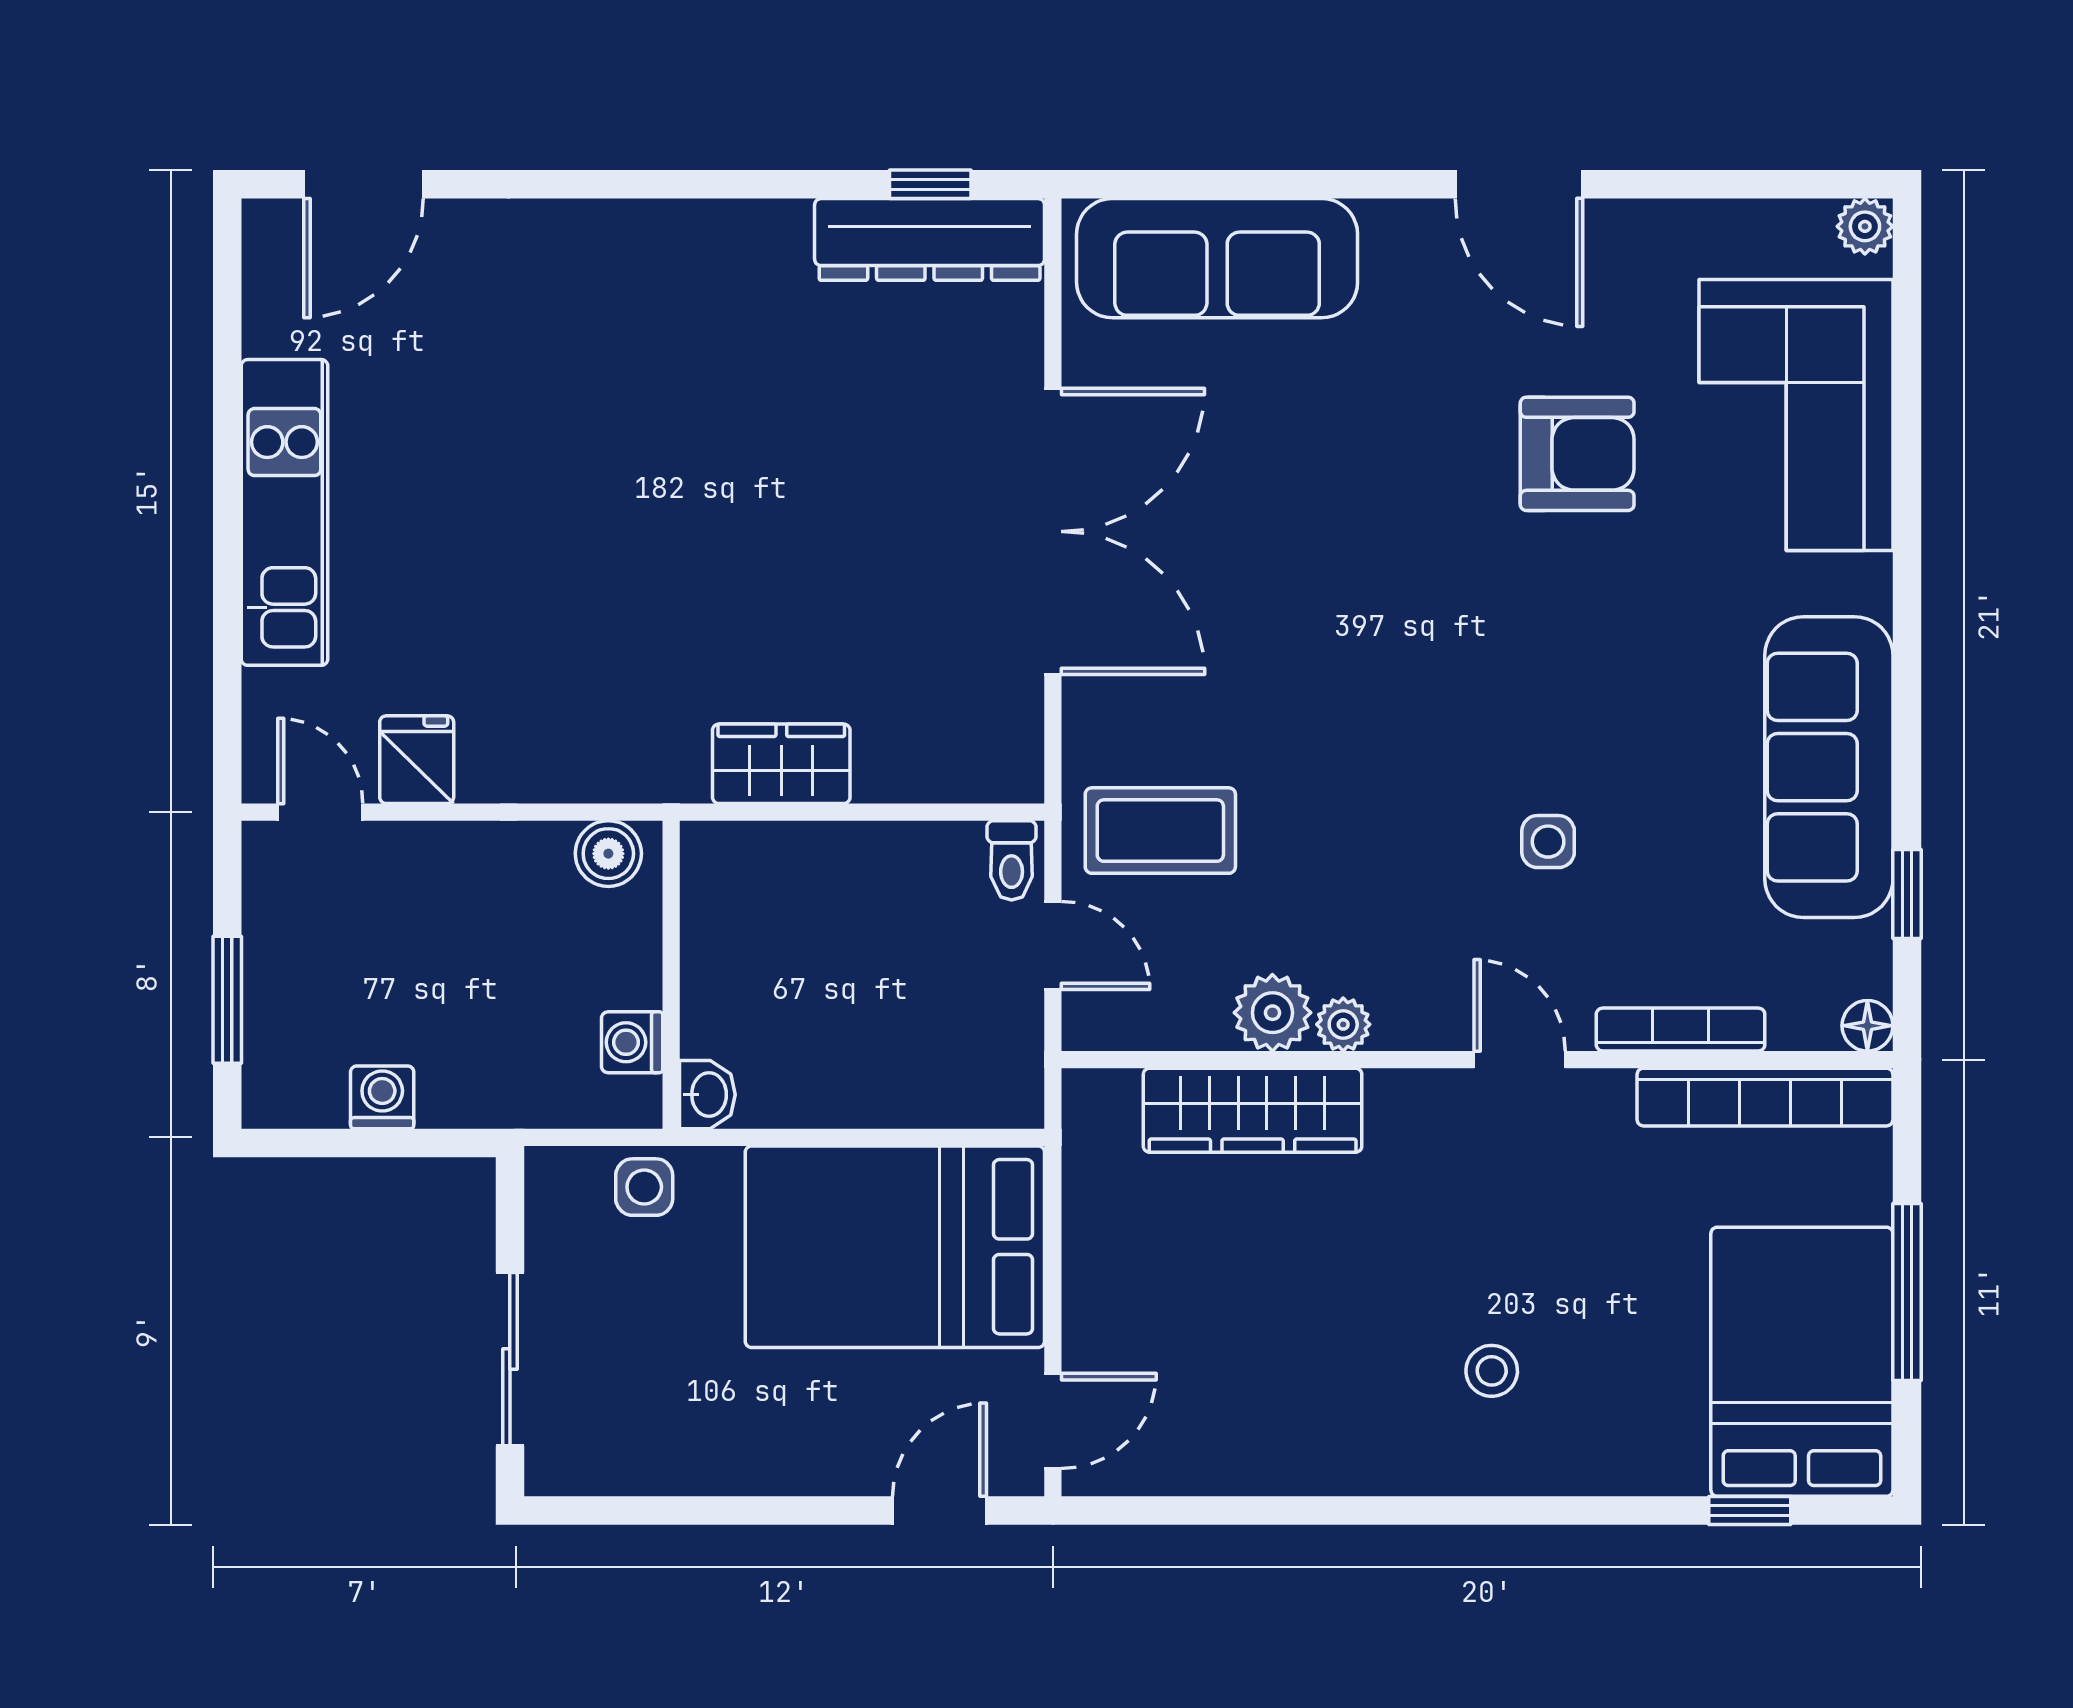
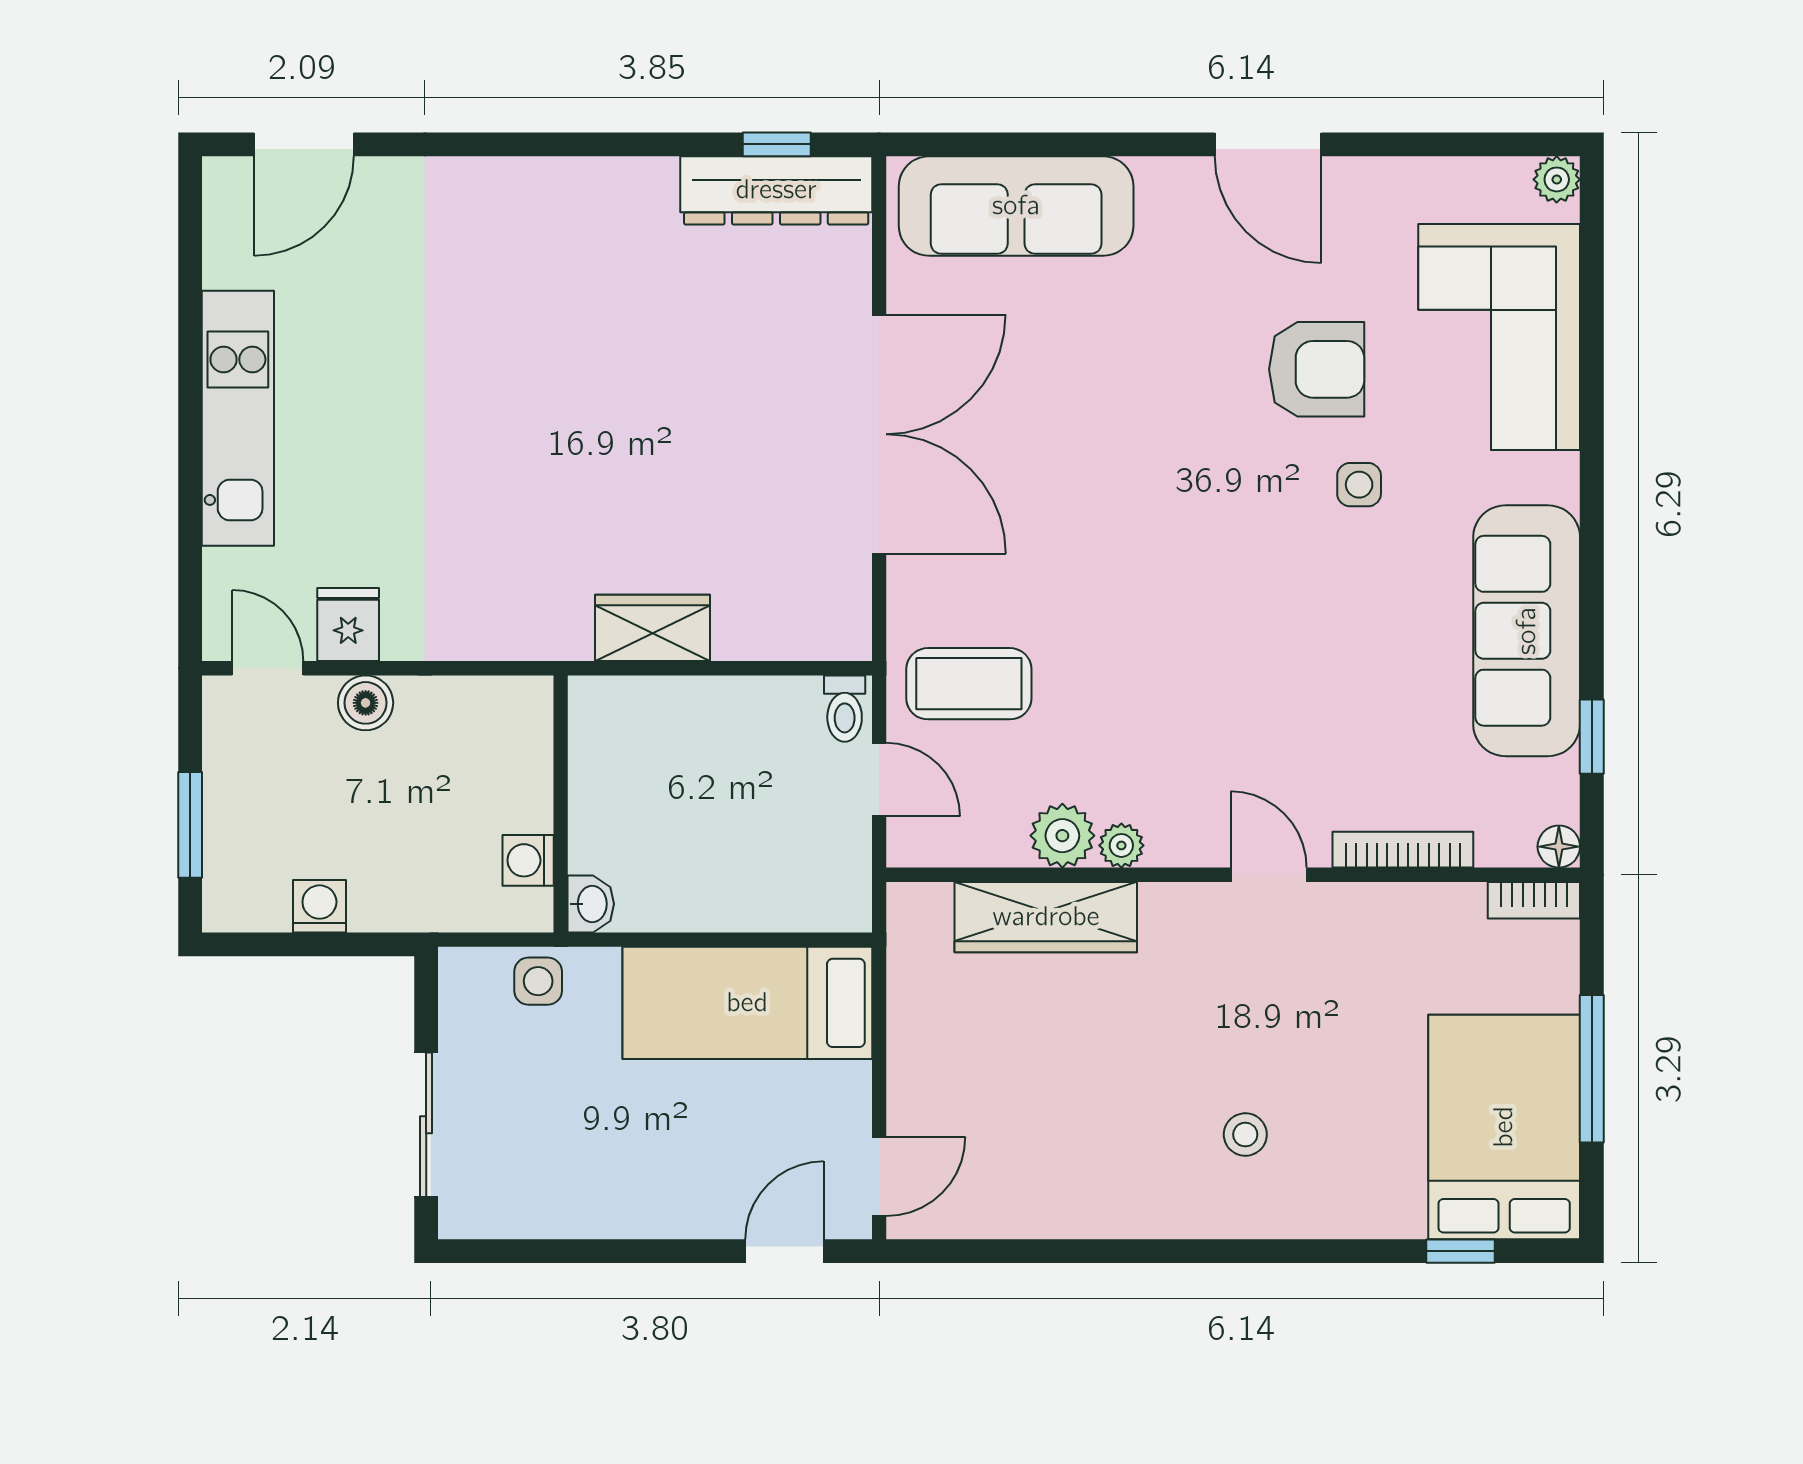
side table: (1548, 842) -> (1359, 485), moved
boiler: (608, 854) -> (366, 703), moved
bookcase: (1765, 1097) -> (1534, 900), width x0.43, depth x0.76
bed: (895, 1247) -> (747, 1003), width x0.67

